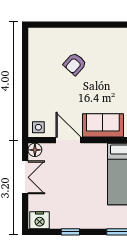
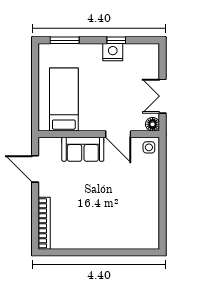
armchair: (75, 64) -> (112, 212), removed
nightstand: (40, 220) -> (113, 52), moved

